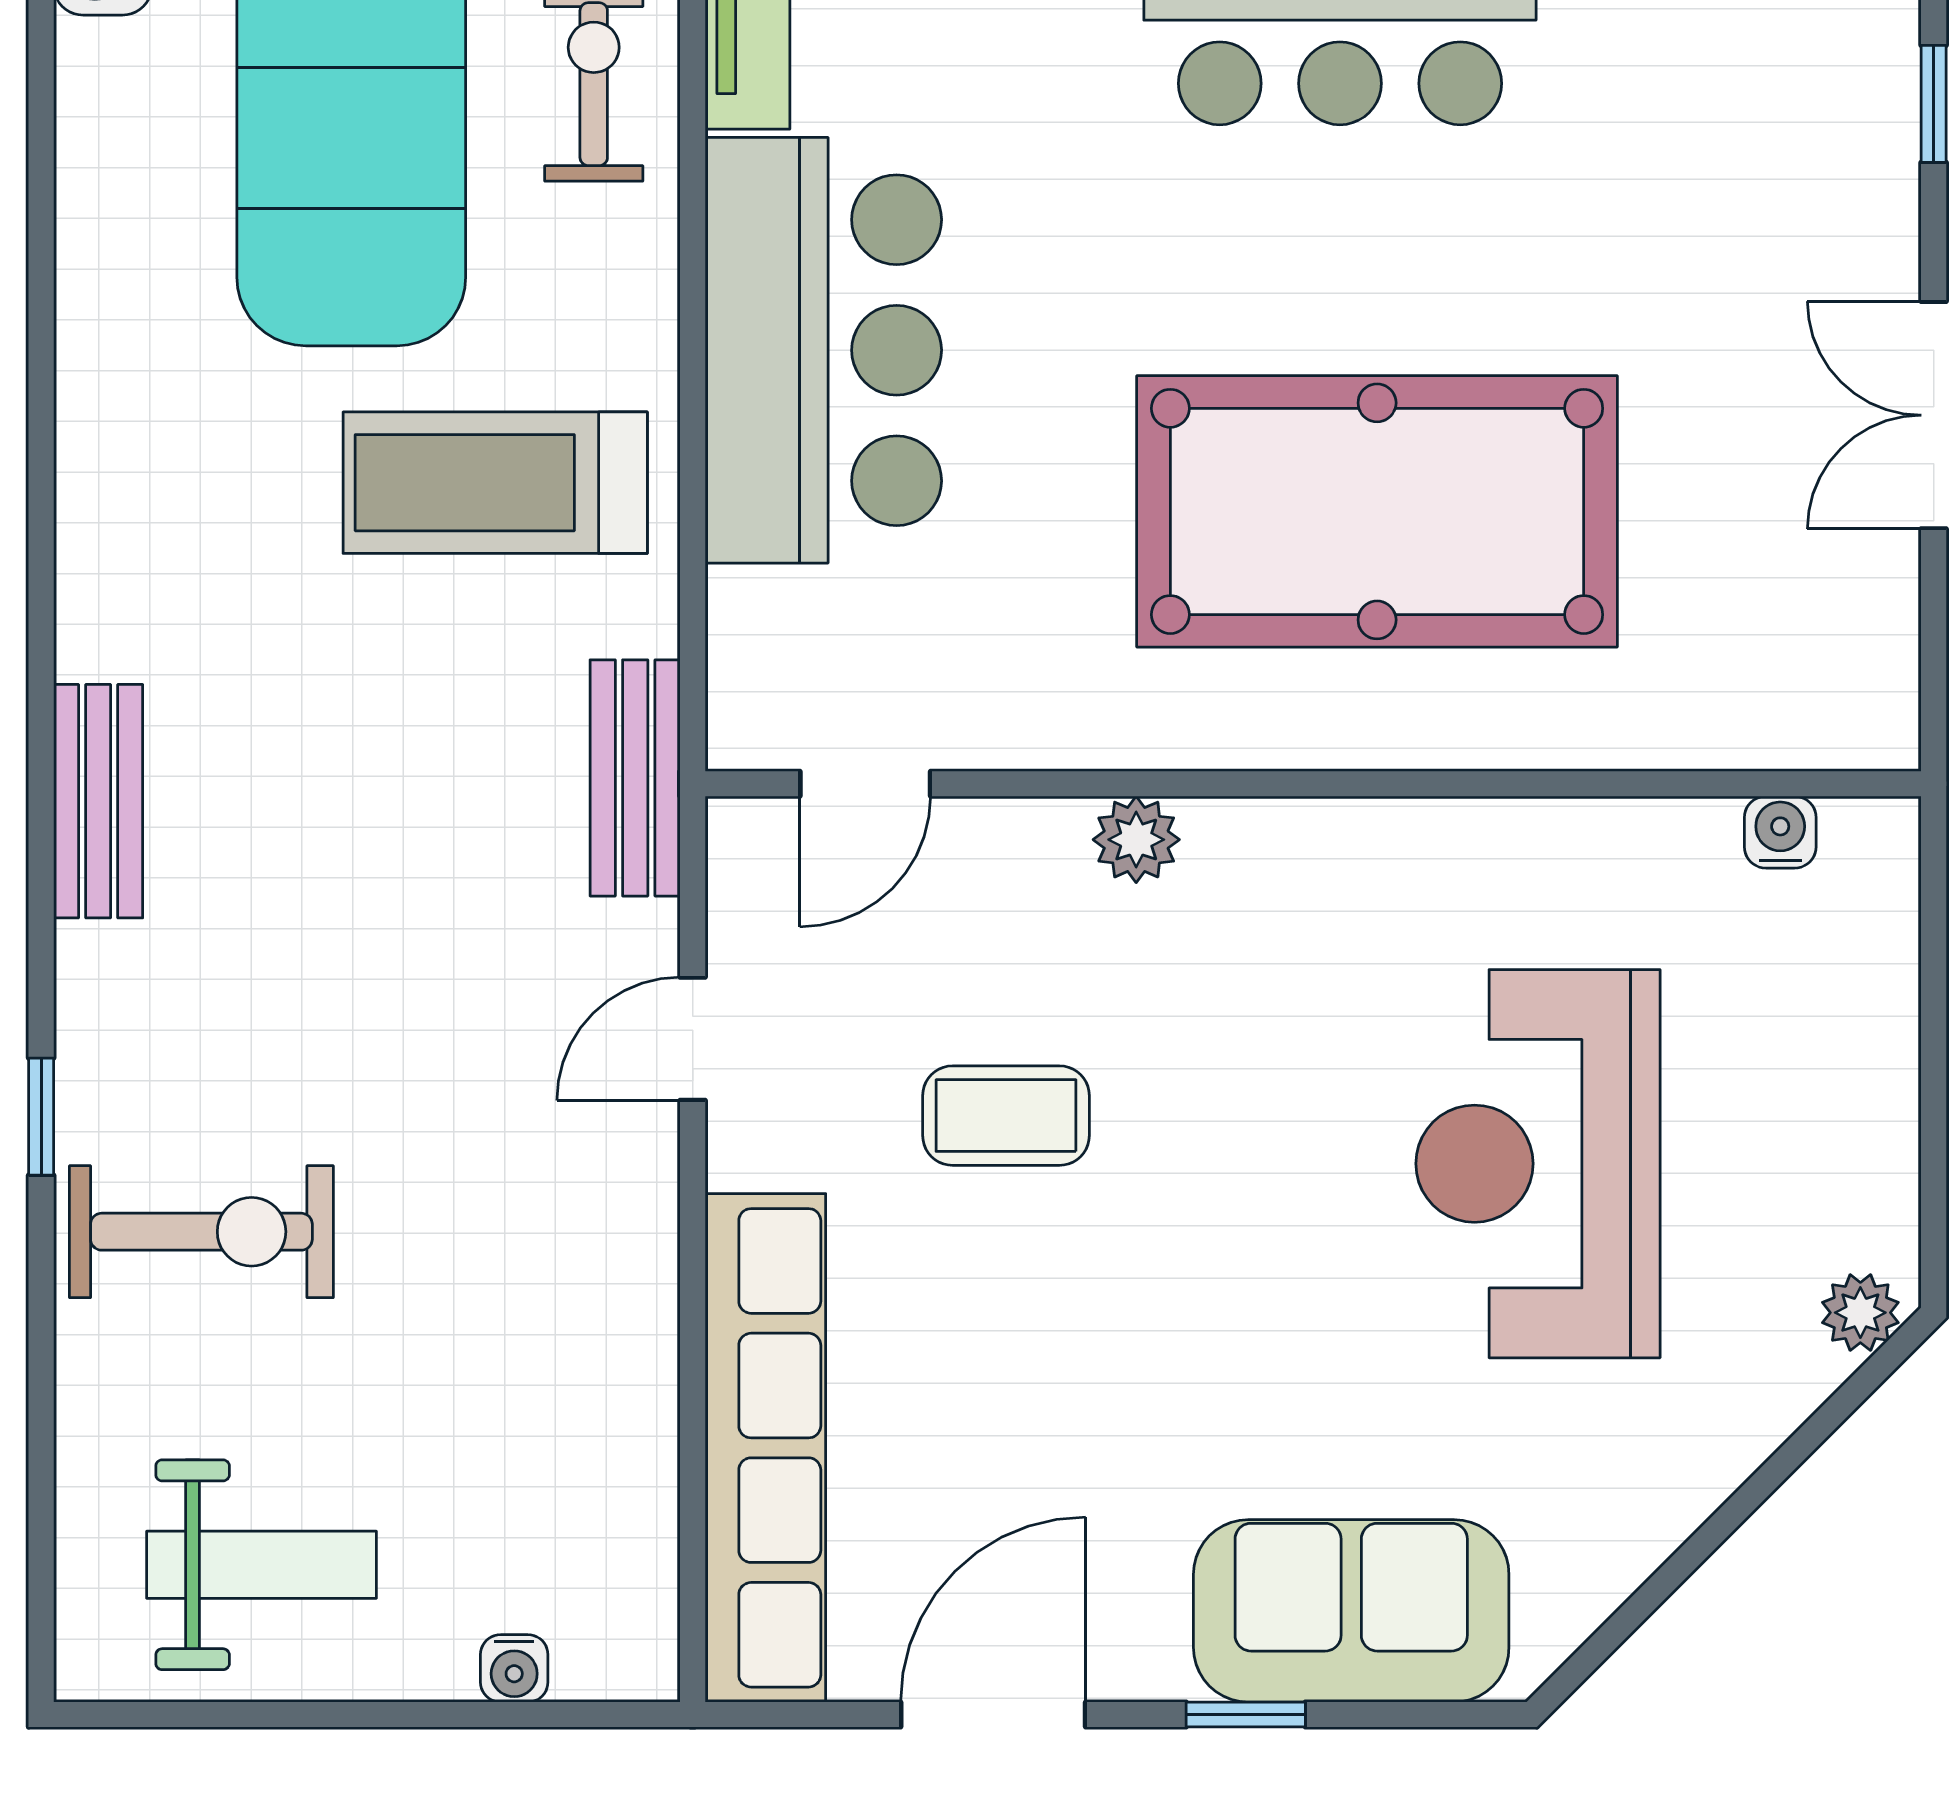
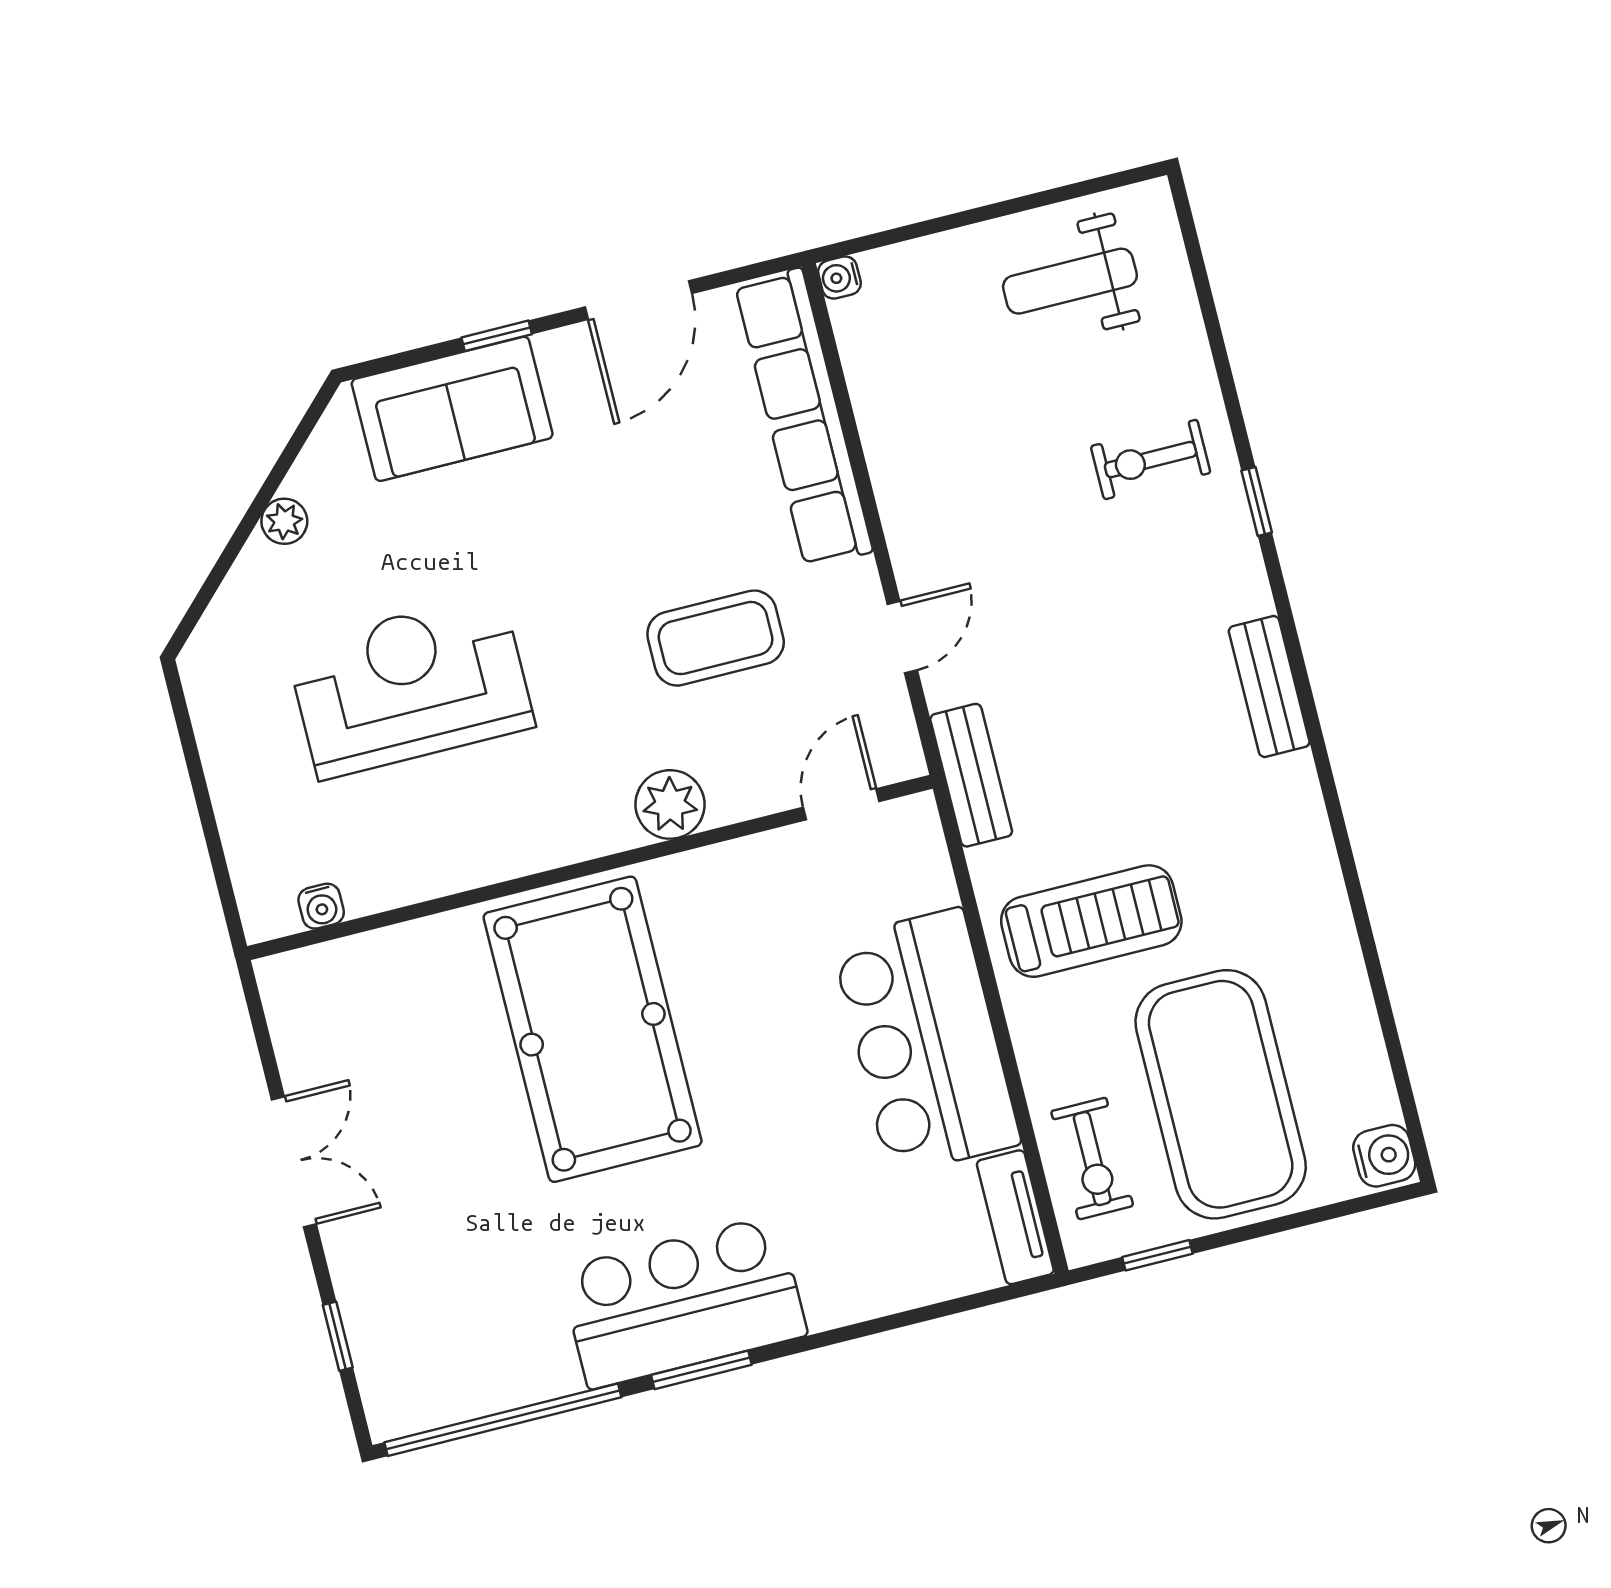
pool table: (1377, 511) -> (593, 1029), turned 90
plant: (1136, 840) -> (670, 804), width x1.38, depth x1.38
coffee table: (1006, 1116) -> (716, 638), width x1.36, depth x1.30
reception desk: (1538, 1164) -> (410, 686), turned -90
exercise bike: (201, 1232) -> (1151, 460), width x0.73, depth x0.72
plant: (1860, 1313) -> (284, 521), moved
water cooler: (514, 1668) -> (839, 278), moved, turned -90

